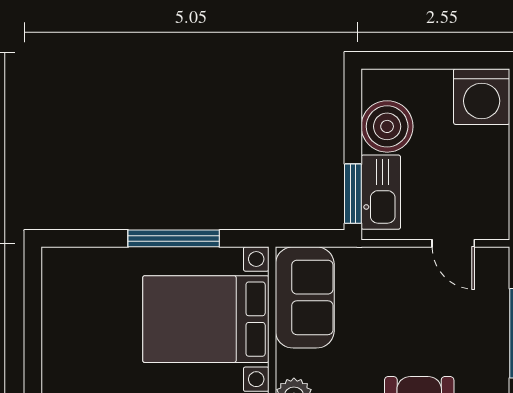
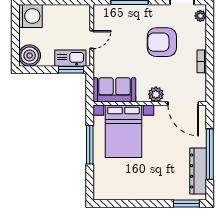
boiler: (387, 126) -> (30, 56), moved
door: (453, 243) -> (92, 40), moved

